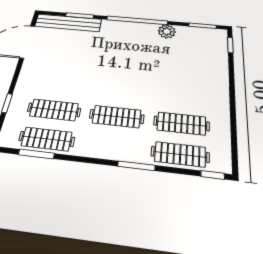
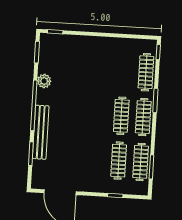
bench: (68, 23) -> (41, 132), moved
clothes rail: (181, 123) -> (143, 117), moved

